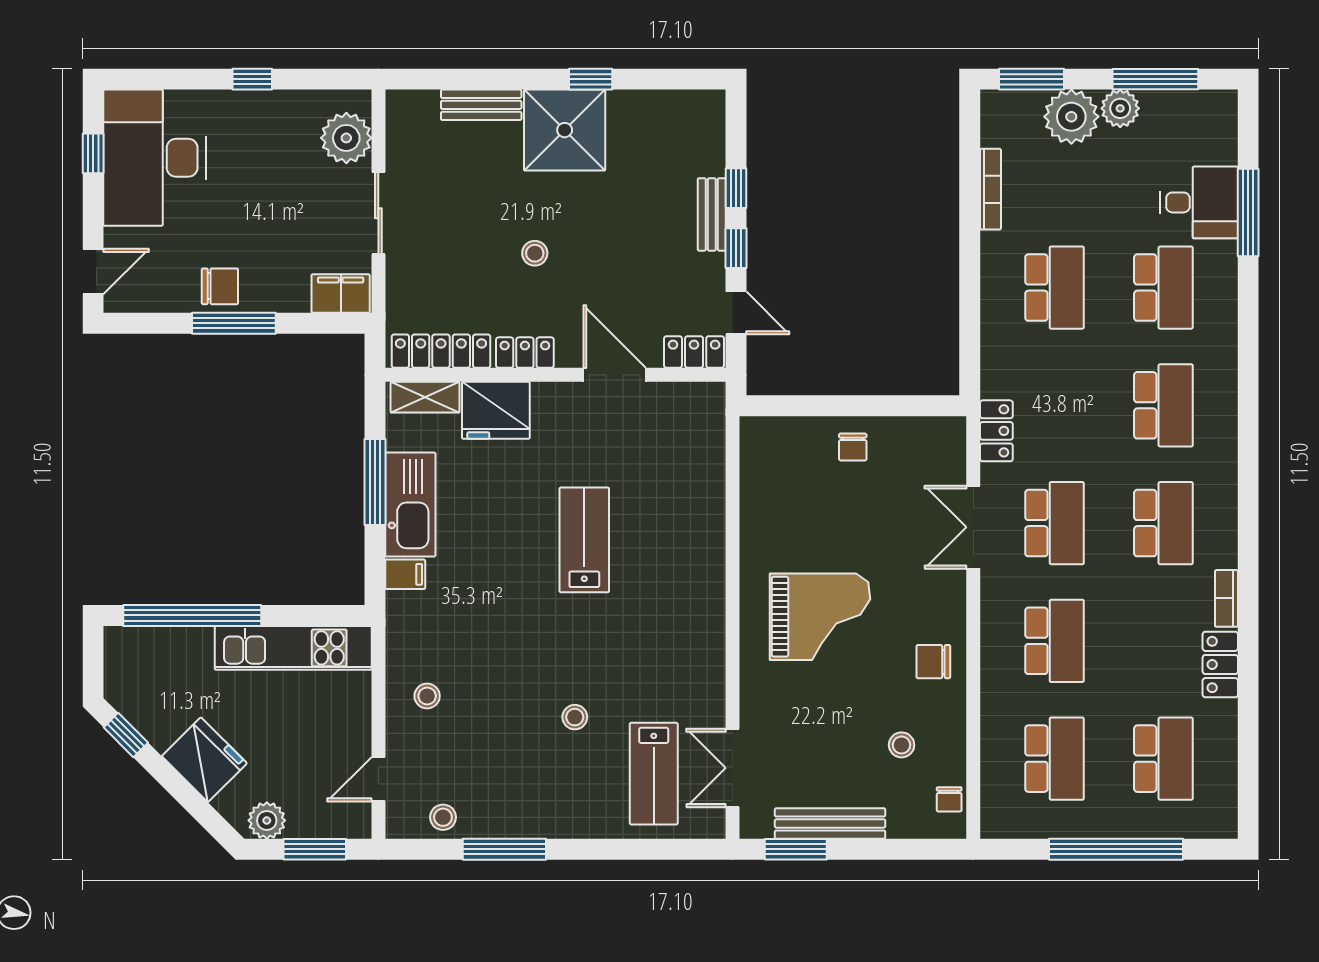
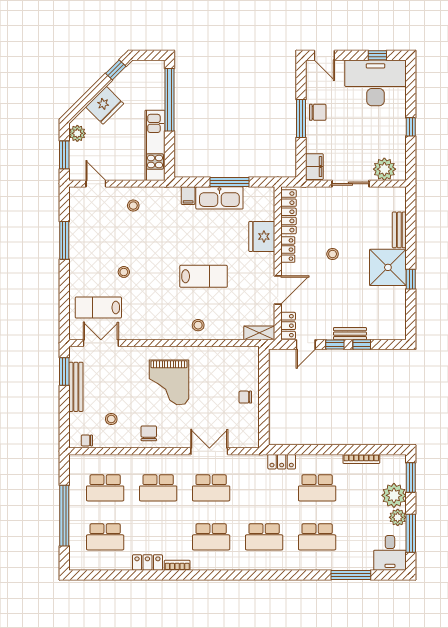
desk: (1199, 202) -> (390, 553), moved
chair: (220, 286) -> (318, 112), turned -90
shelving: (425, 397) -> (259, 333), moved, turned 90
locker: (996, 431) -> (282, 462), moved
stool: (443, 817) -> (198, 325), moved

